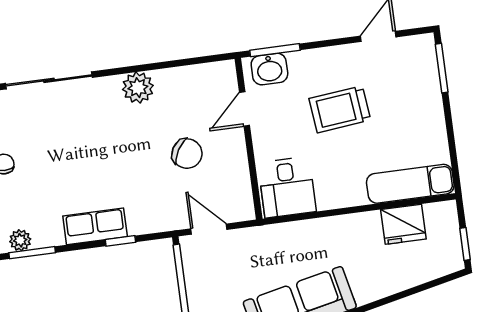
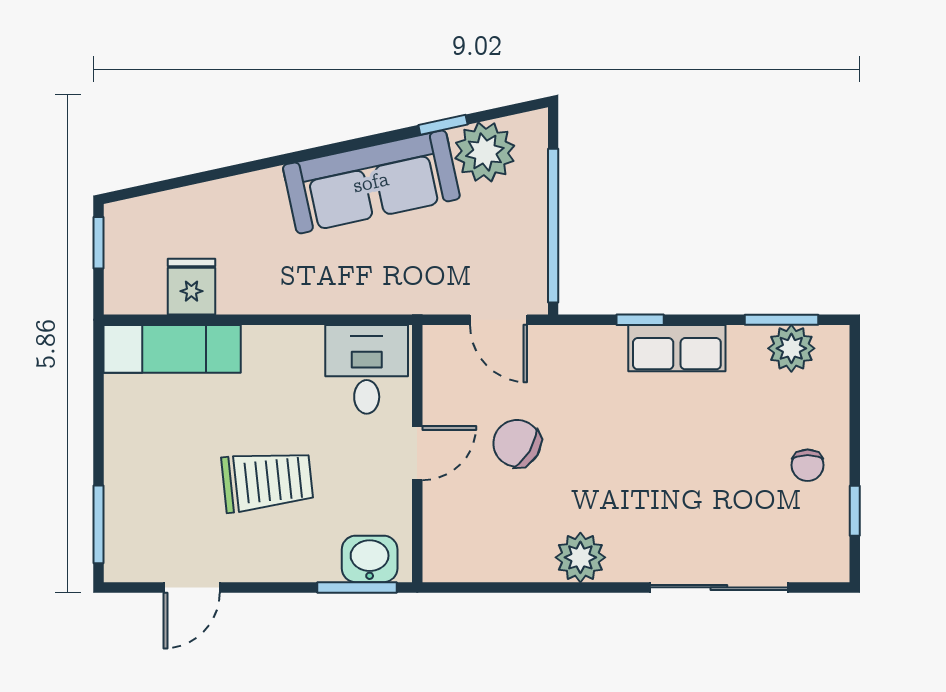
door: (245, 109) -> (417, 453), moved
fridge: (403, 224) -> (191, 287), width x0.72
plant: (20, 240) -> (791, 348), width x1.38, depth x1.38

